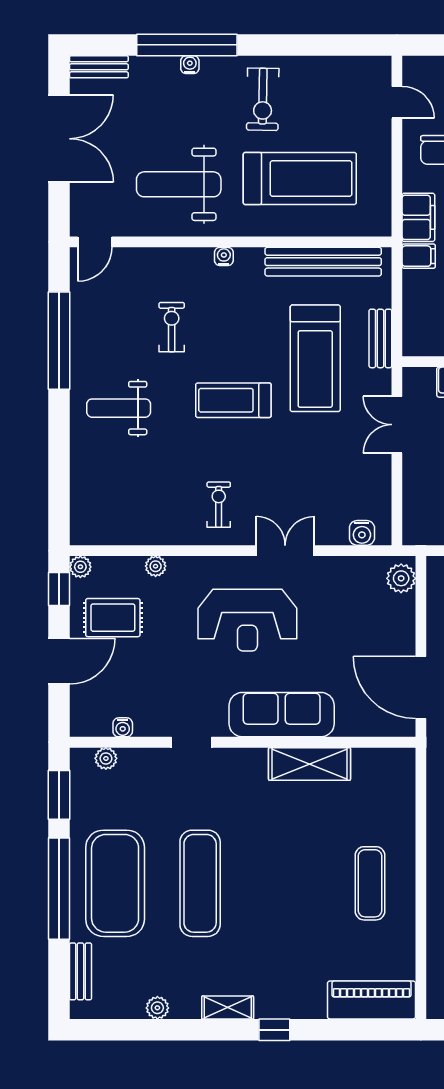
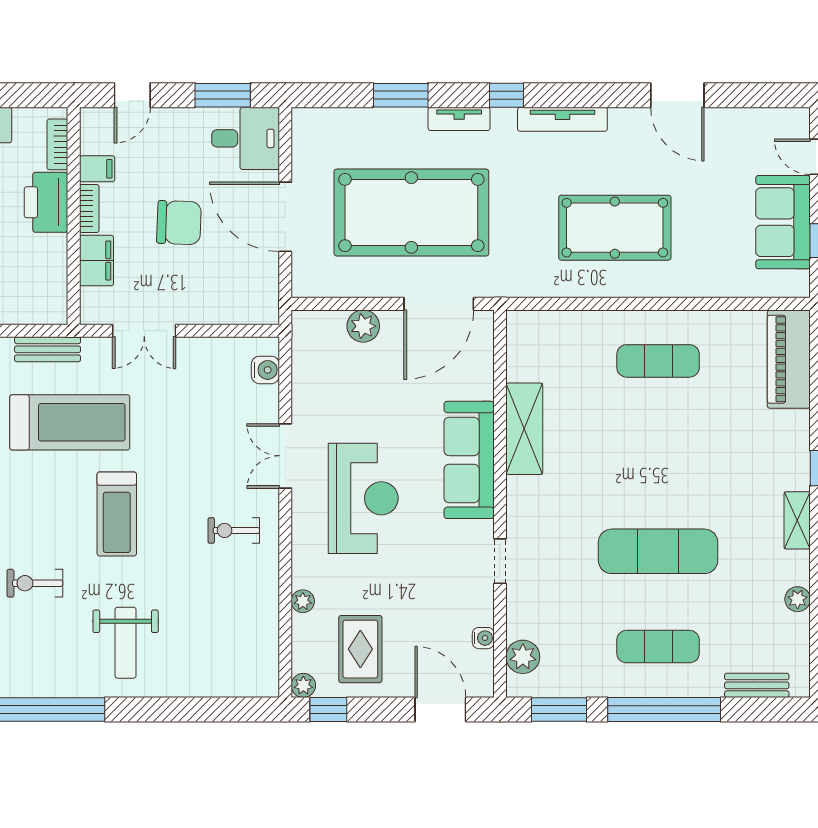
plant: (401, 578) -> (363, 326), moved
door: (59, 661) -> (440, 710), moved
plant: (106, 758) -> (523, 657), width x1.38, depth x1.38
exercise mat: (115, 883) -> (658, 647), width x0.50, depth x0.69

